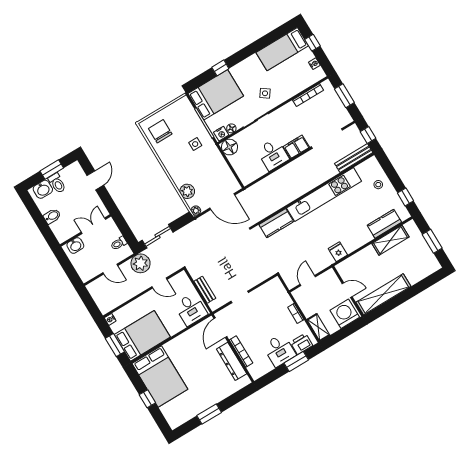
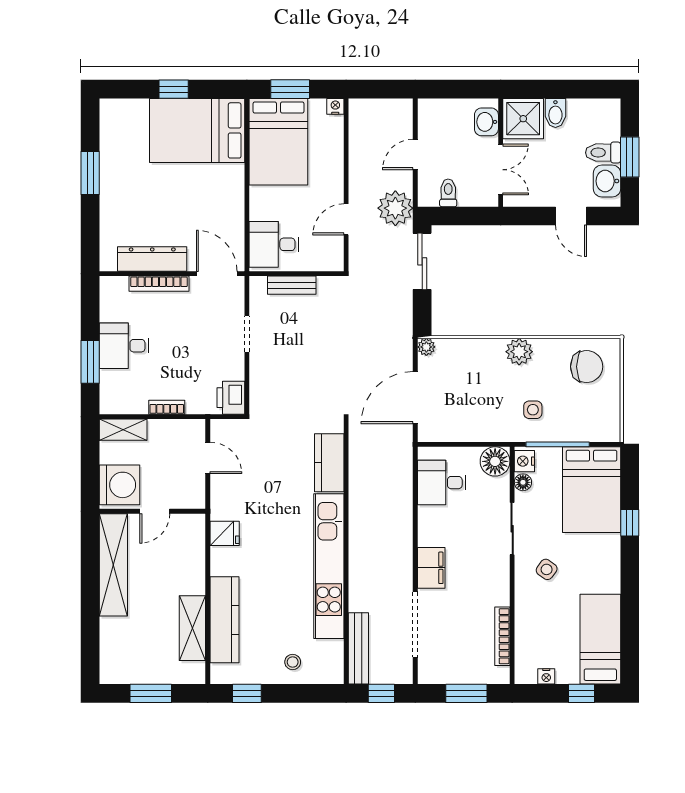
desk: (273, 154) -> (442, 483), moved
washbasin: (43, 189) -> (607, 181), moved
plant: (187, 191) -> (519, 352), moved
kitchen counter: (384, 224) -> (224, 620), width x1.50
shower: (64, 229) -> (523, 119), added
printer: (302, 344) -> (231, 398), moved, turned 180

